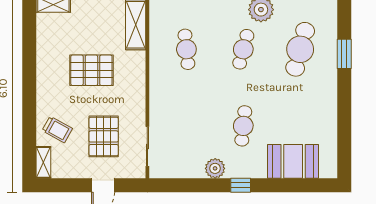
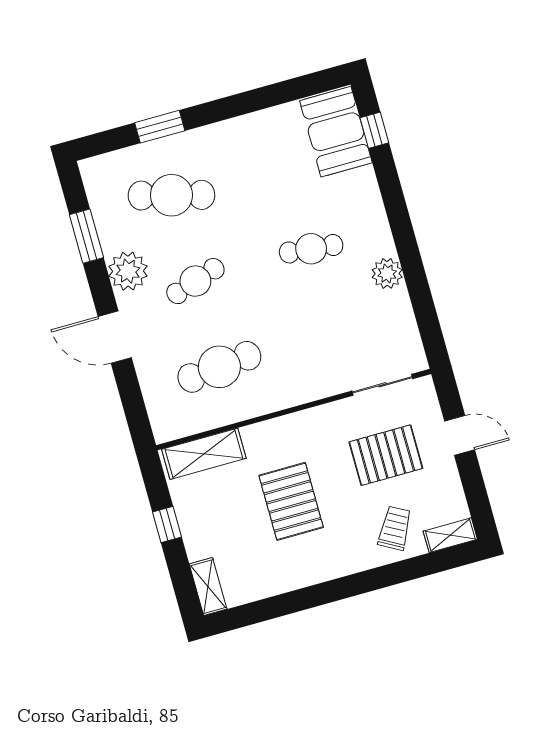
cafe table: (186, 49) -> (219, 367), width x1.37, depth x1.35
cafe table: (243, 49) -> (195, 281), turned -33
booth: (293, 161) -> (336, 132), moved
window: (241, 185) -> (374, 130), moved

